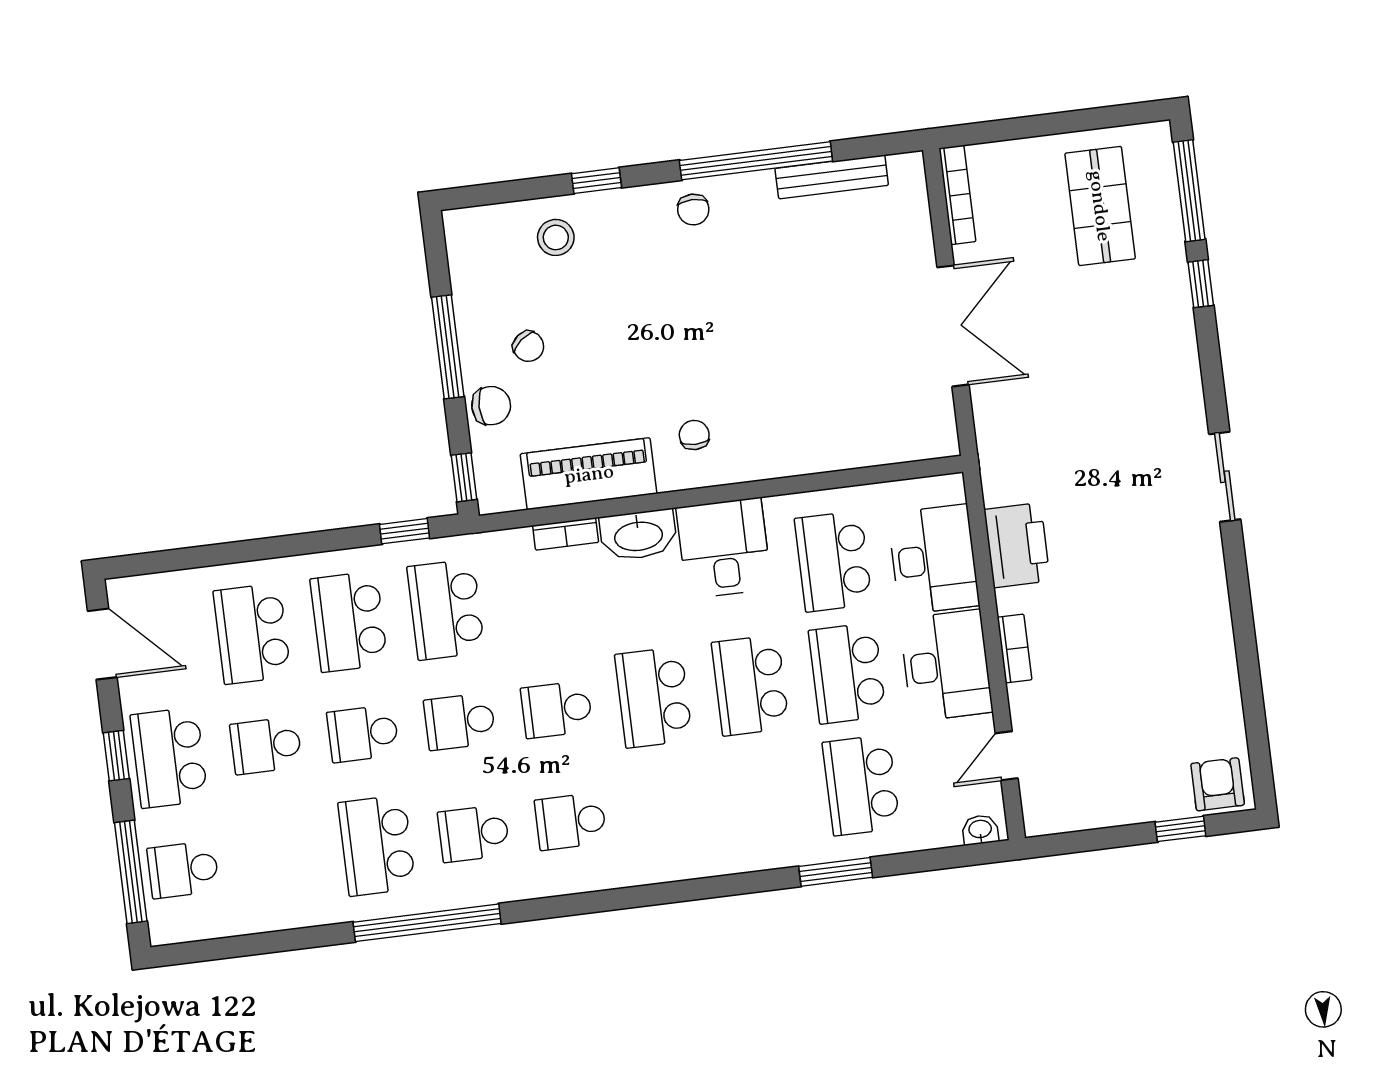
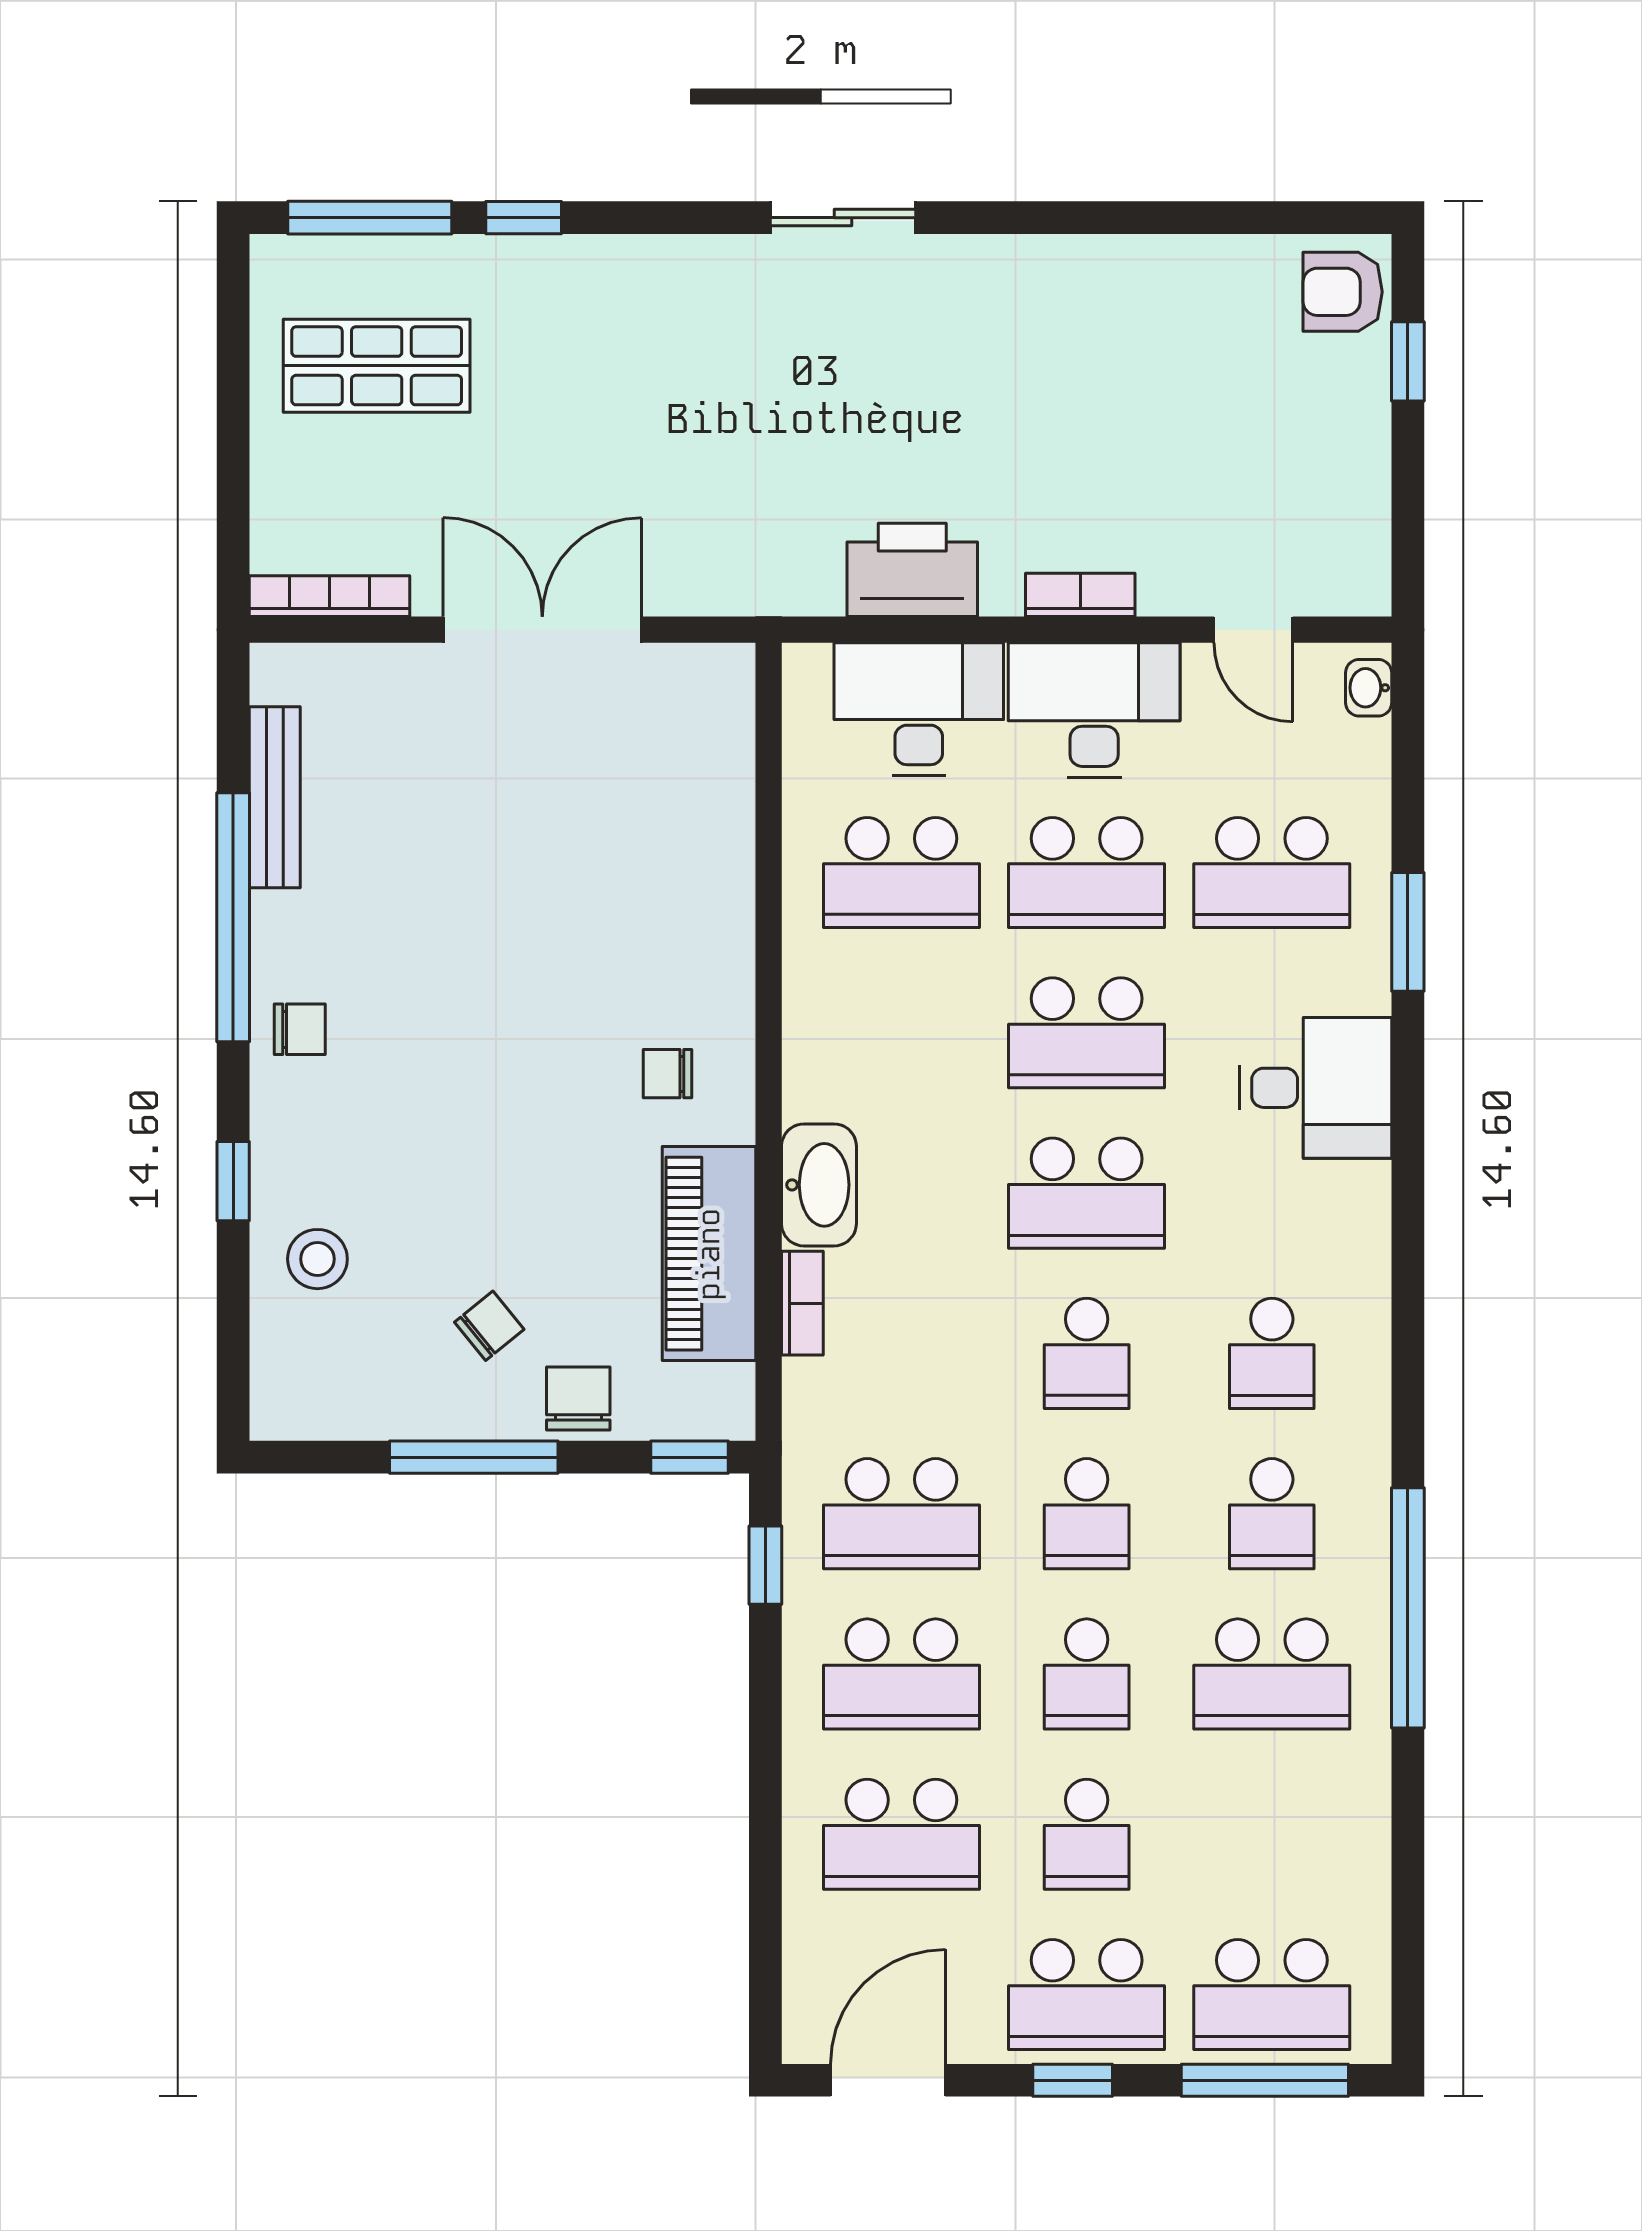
desk: (724, 548) -> (1316, 1088), moved, turned 180
school desk: (183, 870) -> (1272, 1994), width x1.85

